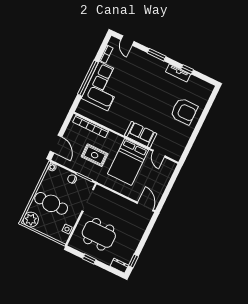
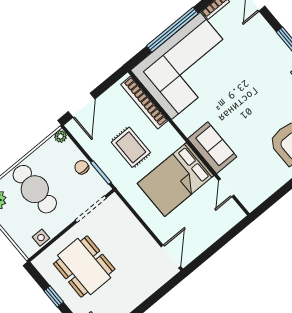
corner sofa: (103, 86) -> (186, 66), width x1.36, depth x1.36

